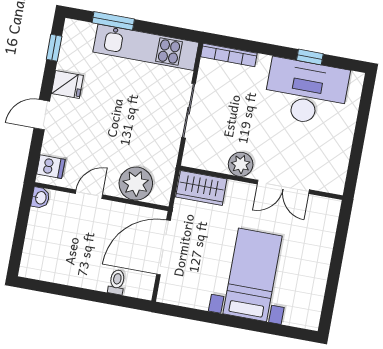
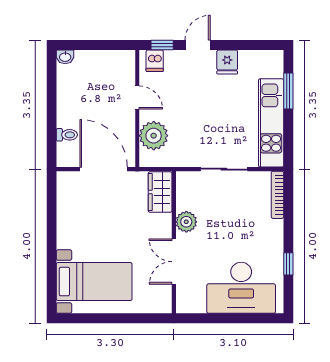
window: (54, 48) -> (162, 45), moved
desk: (306, 92) -> (241, 288), moved, turned 90
door: (42, 115) -> (198, 45), hinge flipped
washbasin: (40, 198) -> (65, 57), moved
bed with nightstands: (253, 275) -> (94, 282), moved

